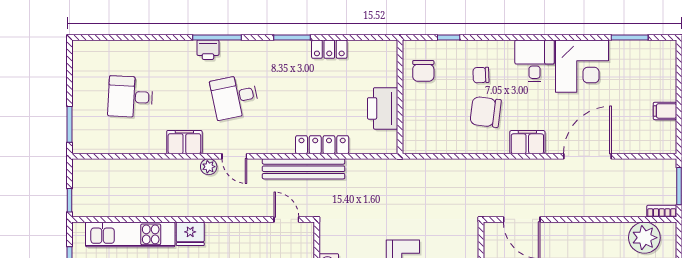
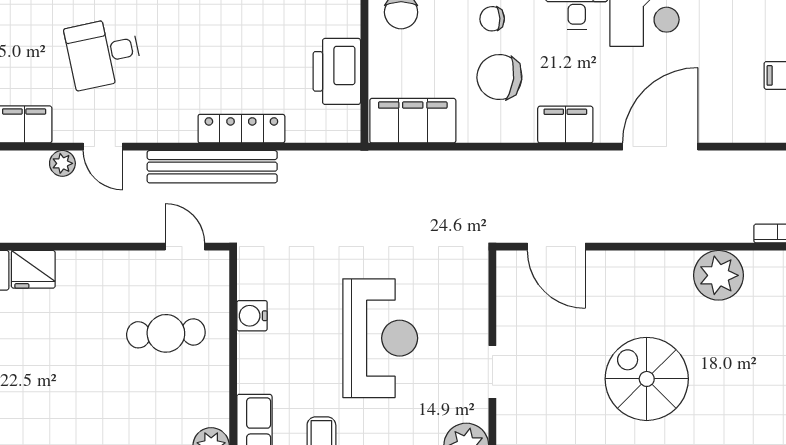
filing cabinet: (431, 140) -> (413, 121), added
plant: (644, 238) -> (719, 275), moved

